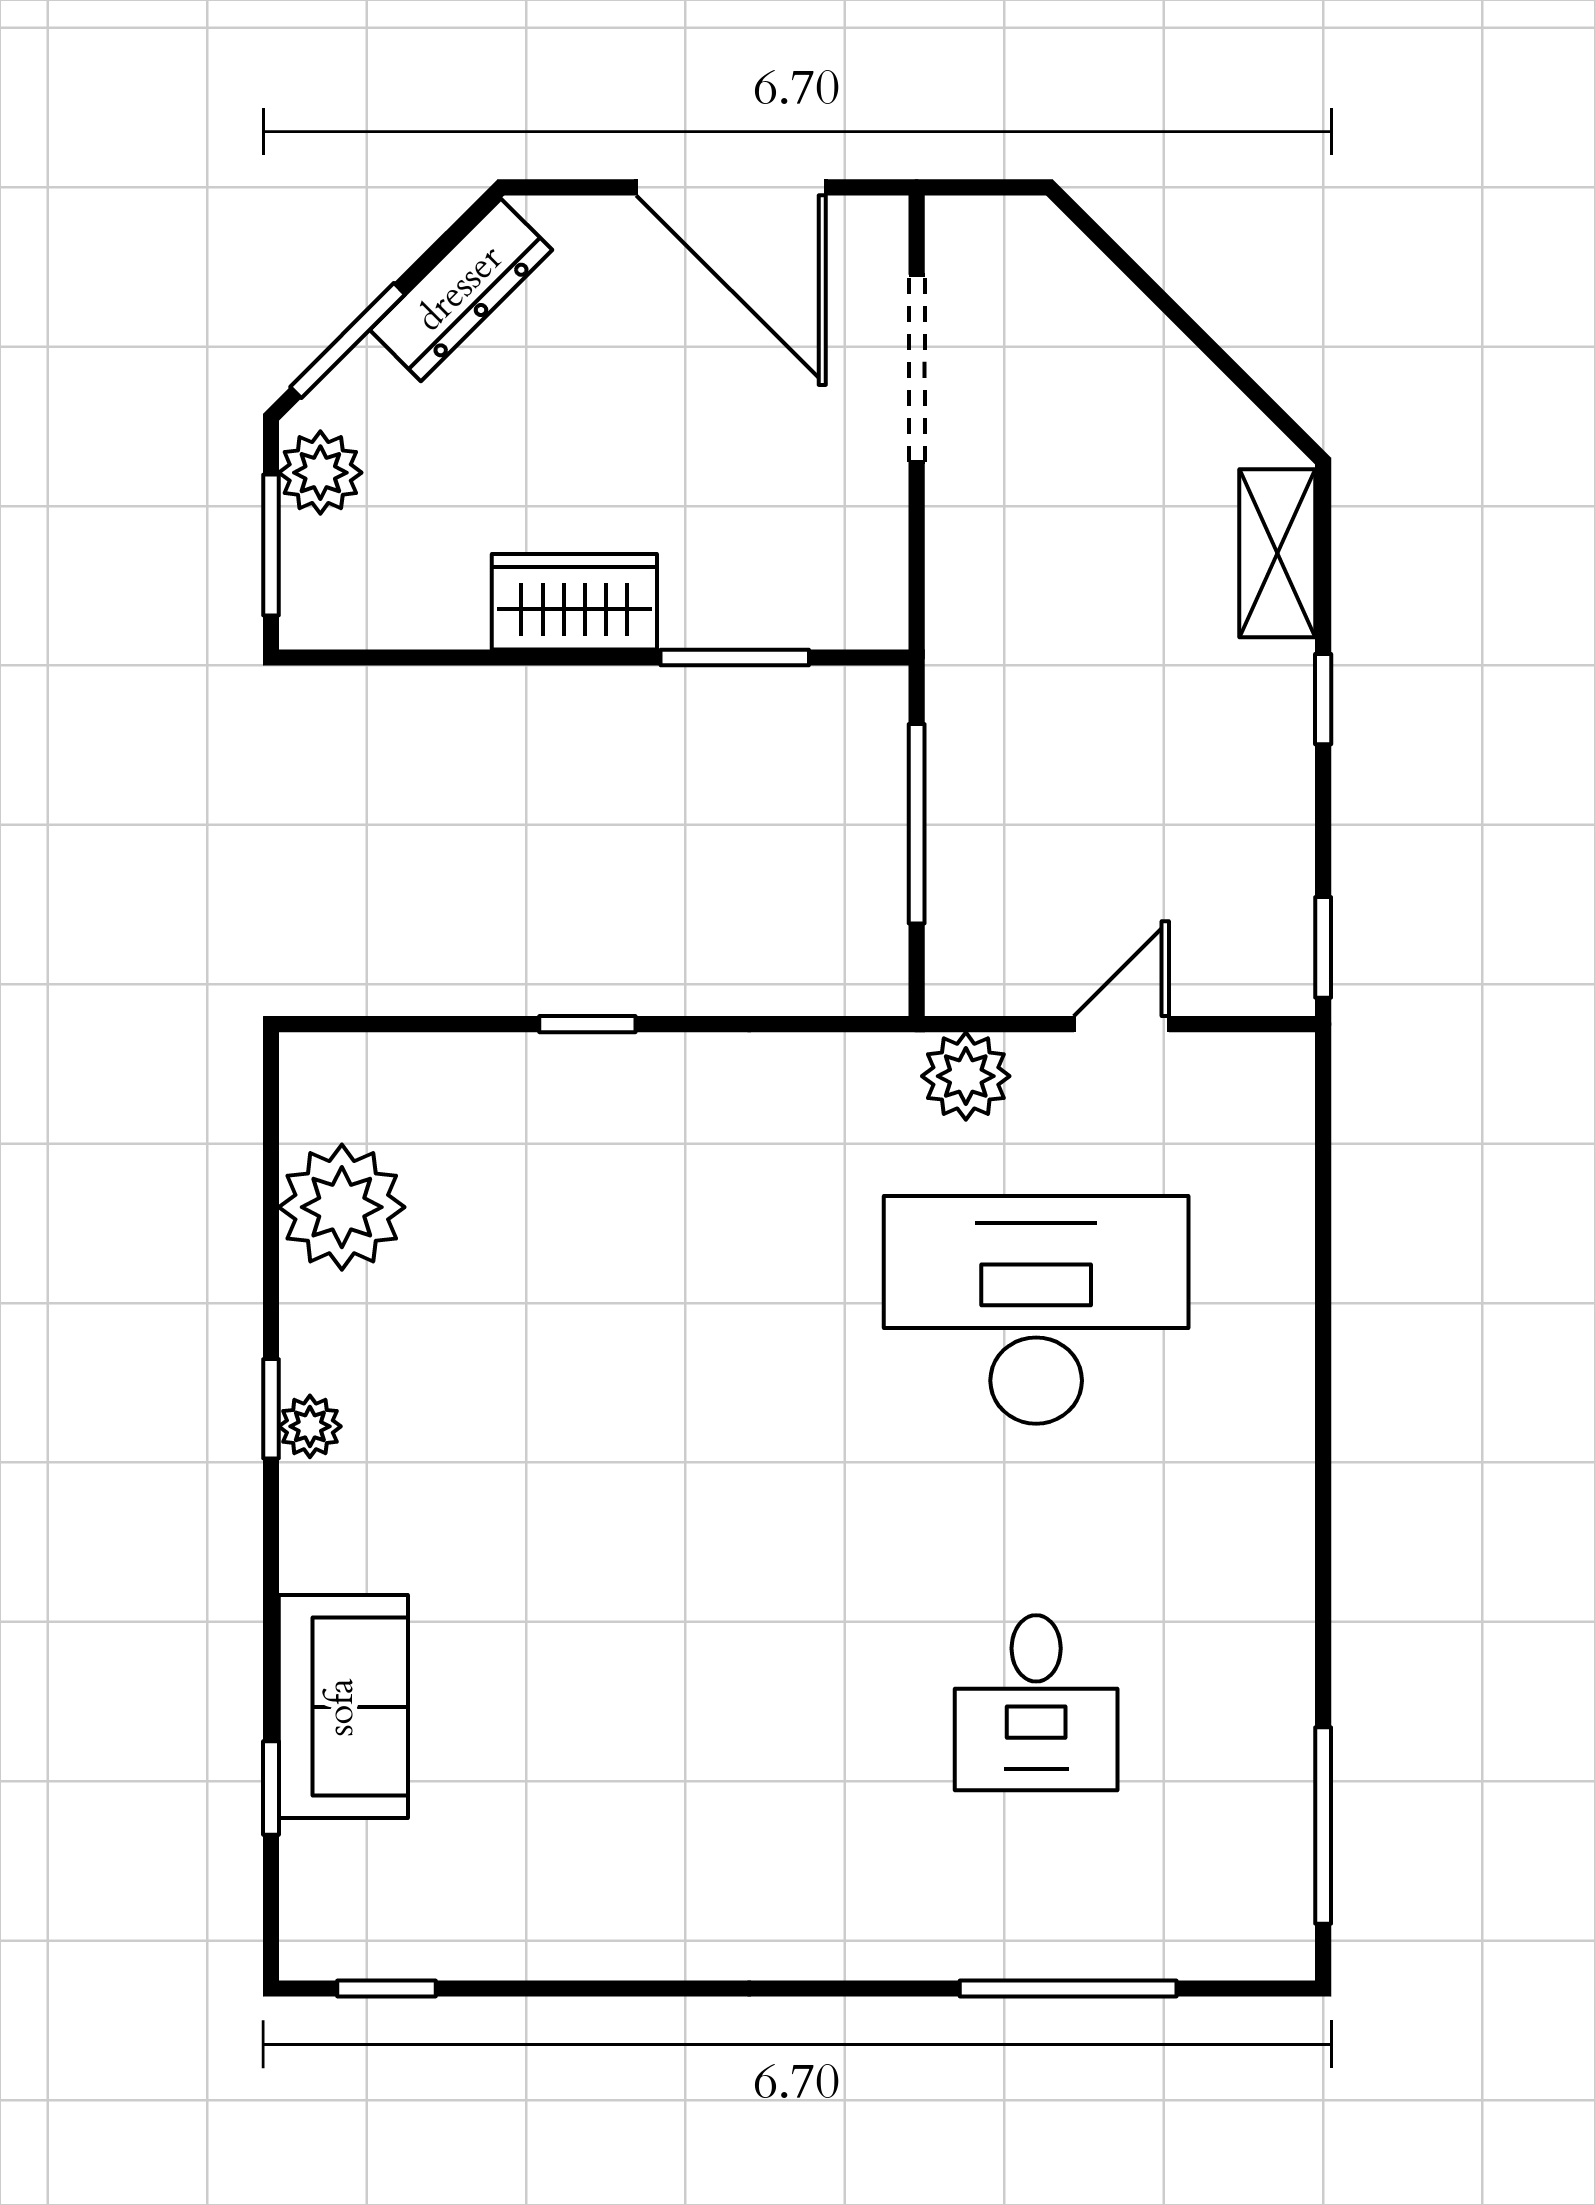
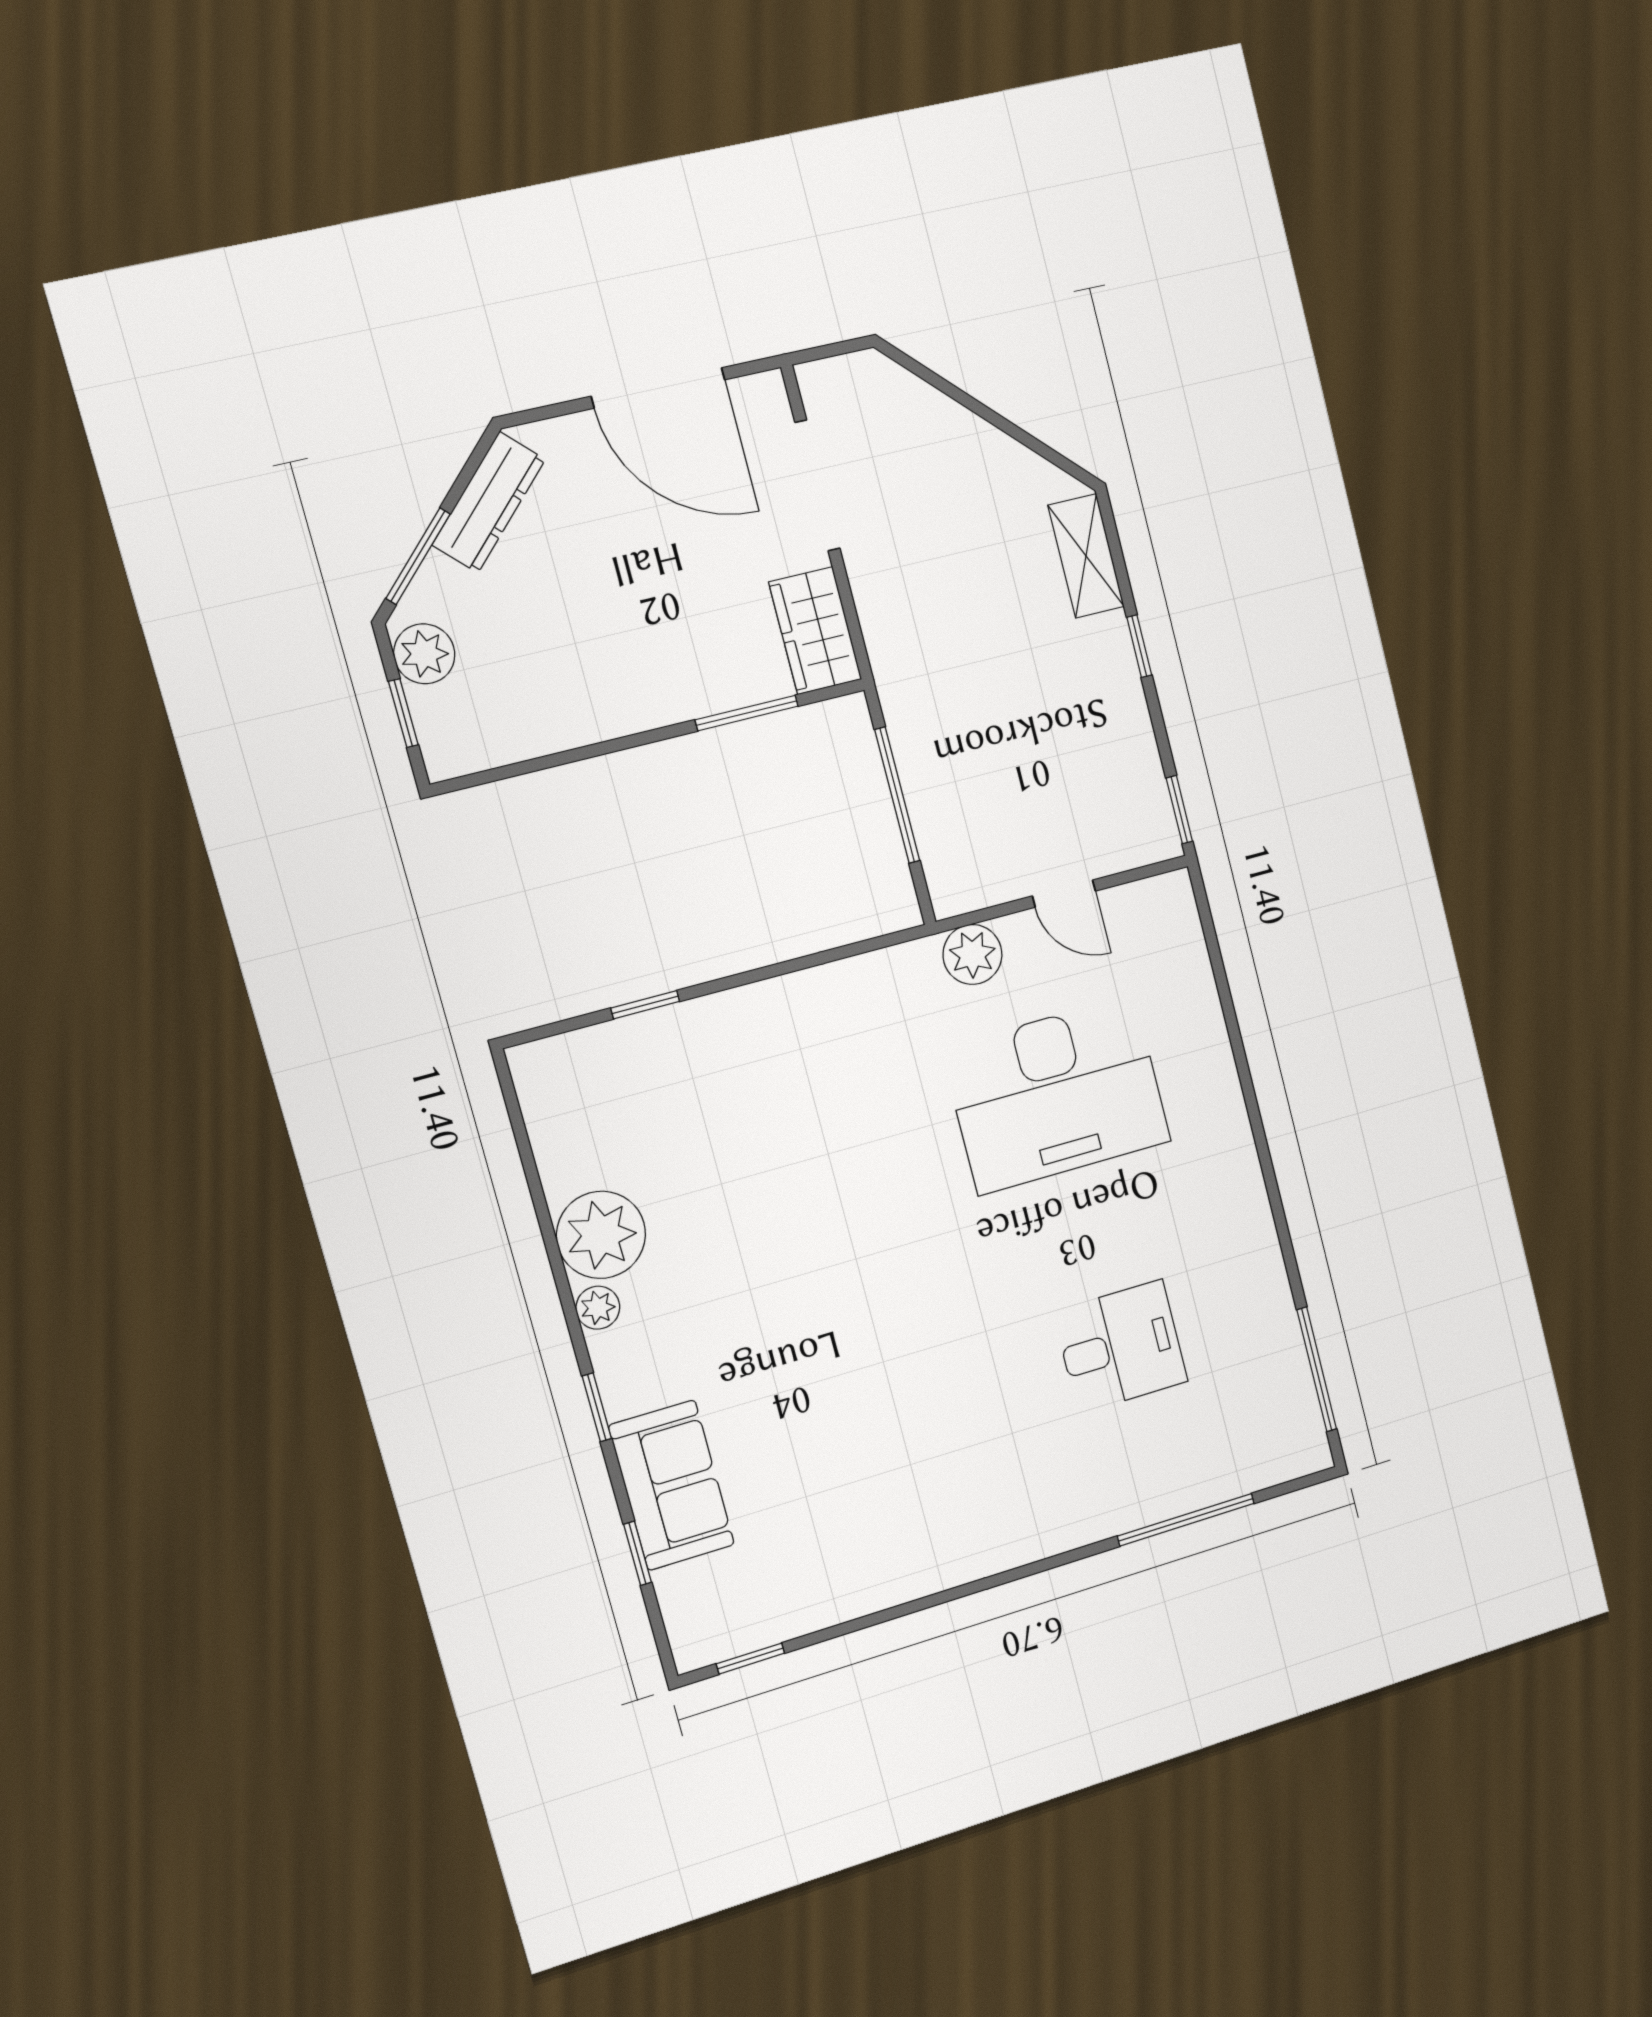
window: (271, 545) -> (403, 713), width x0.67
wardrobe: (574, 602) -> (815, 631), moved, turned -90
window: (587, 1024) -> (645, 1005), moved
door: (1121, 1024) -> (1064, 894), swing flipped
plant: (342, 1207) -> (601, 1235), moved
desk: (1036, 1310) -> (1057, 1095), turned 180
window: (271, 1409) -> (597, 1407), moved
desk: (1036, 1703) -> (1121, 1347), turned -90

